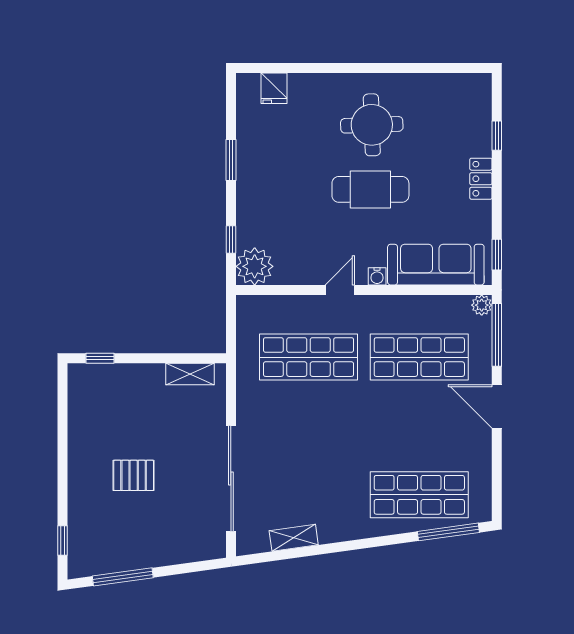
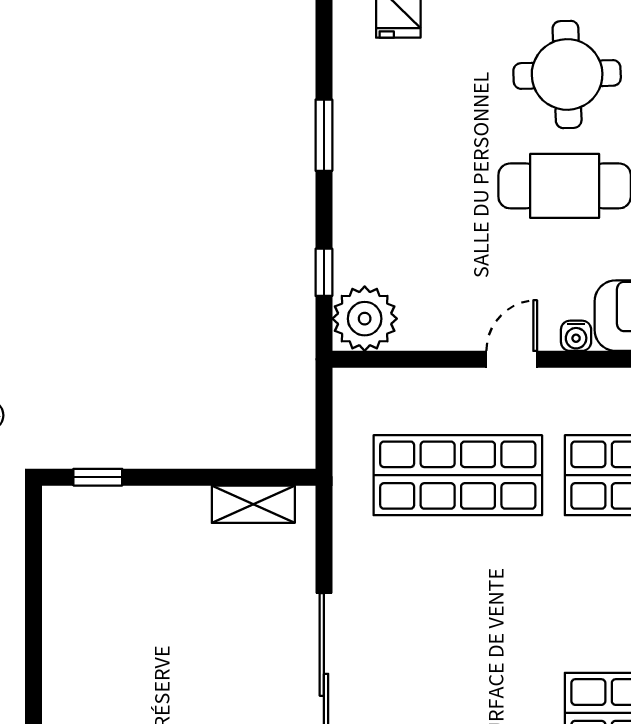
pallet: (134, 475) -> (156, 679), removed

